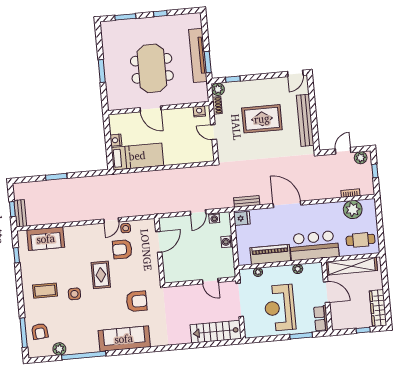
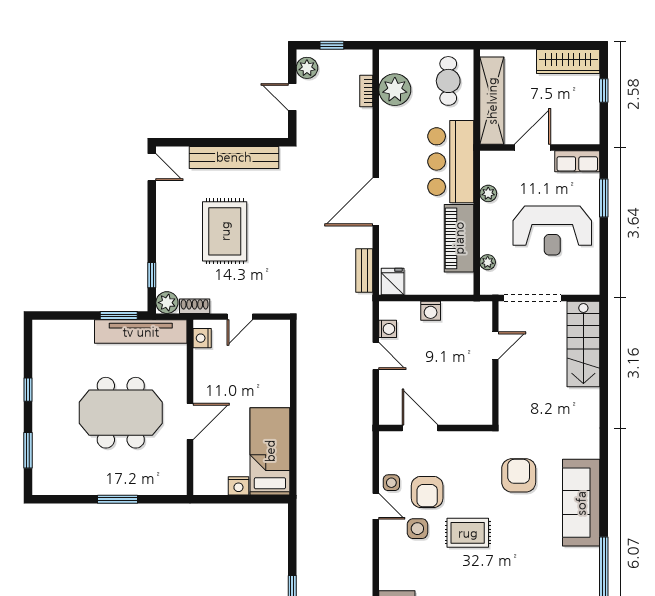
tv unit: (198, 55) -> (141, 332), moved
side table: (74, 294) -> (417, 529), moved

